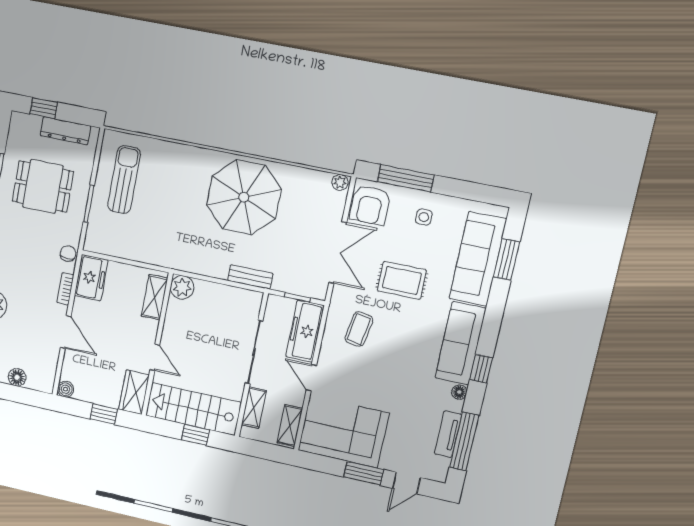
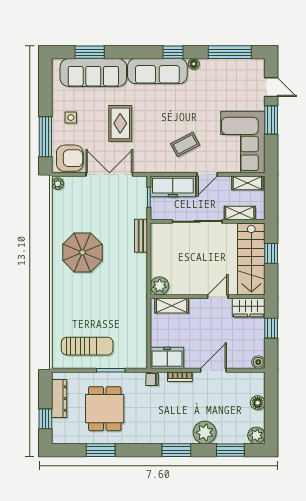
sun lounger: (124, 180) -> (87, 346), turned 180
parasol: (244, 197) -> (82, 252), width x0.73, depth x0.73
coffee table: (359, 329) -> (185, 144), moved, turned -37
tv unit: (448, 434) -> (227, 65), removed

